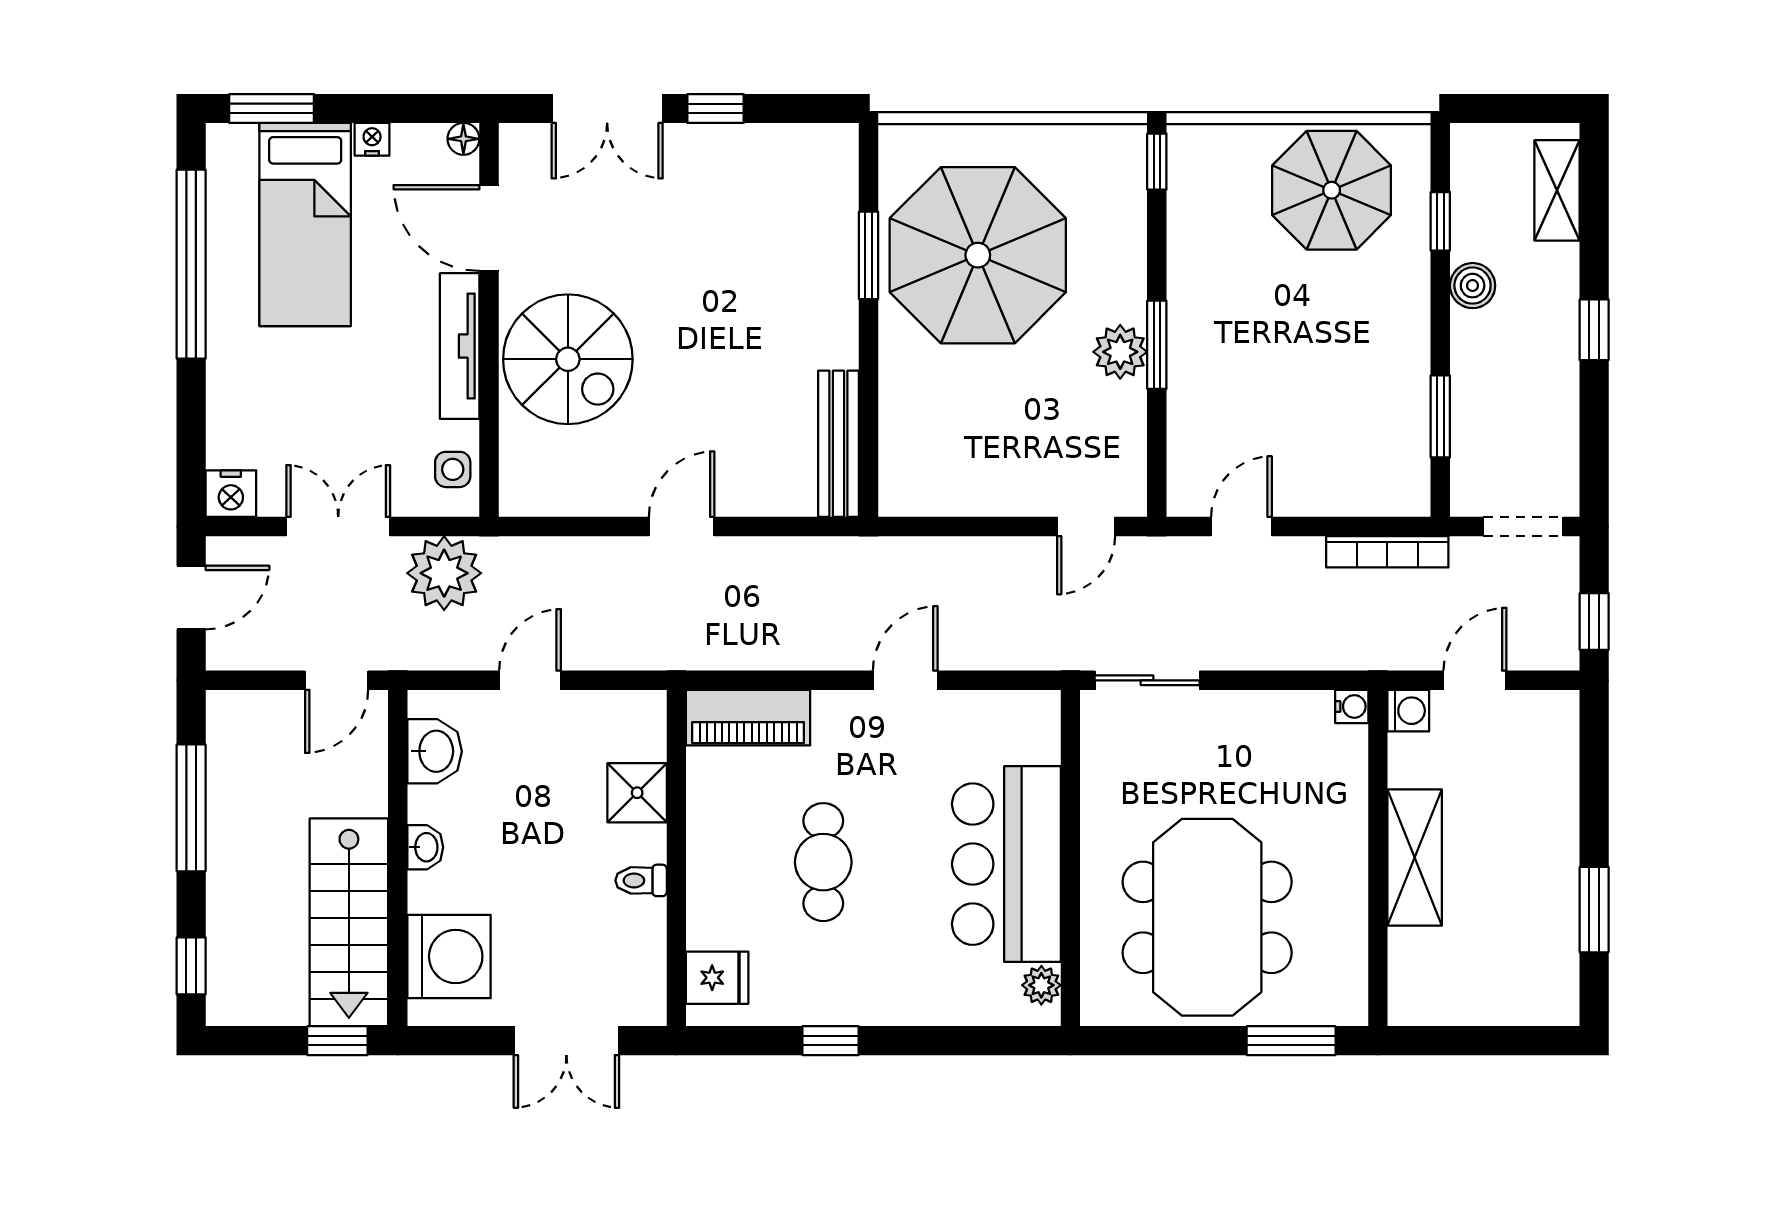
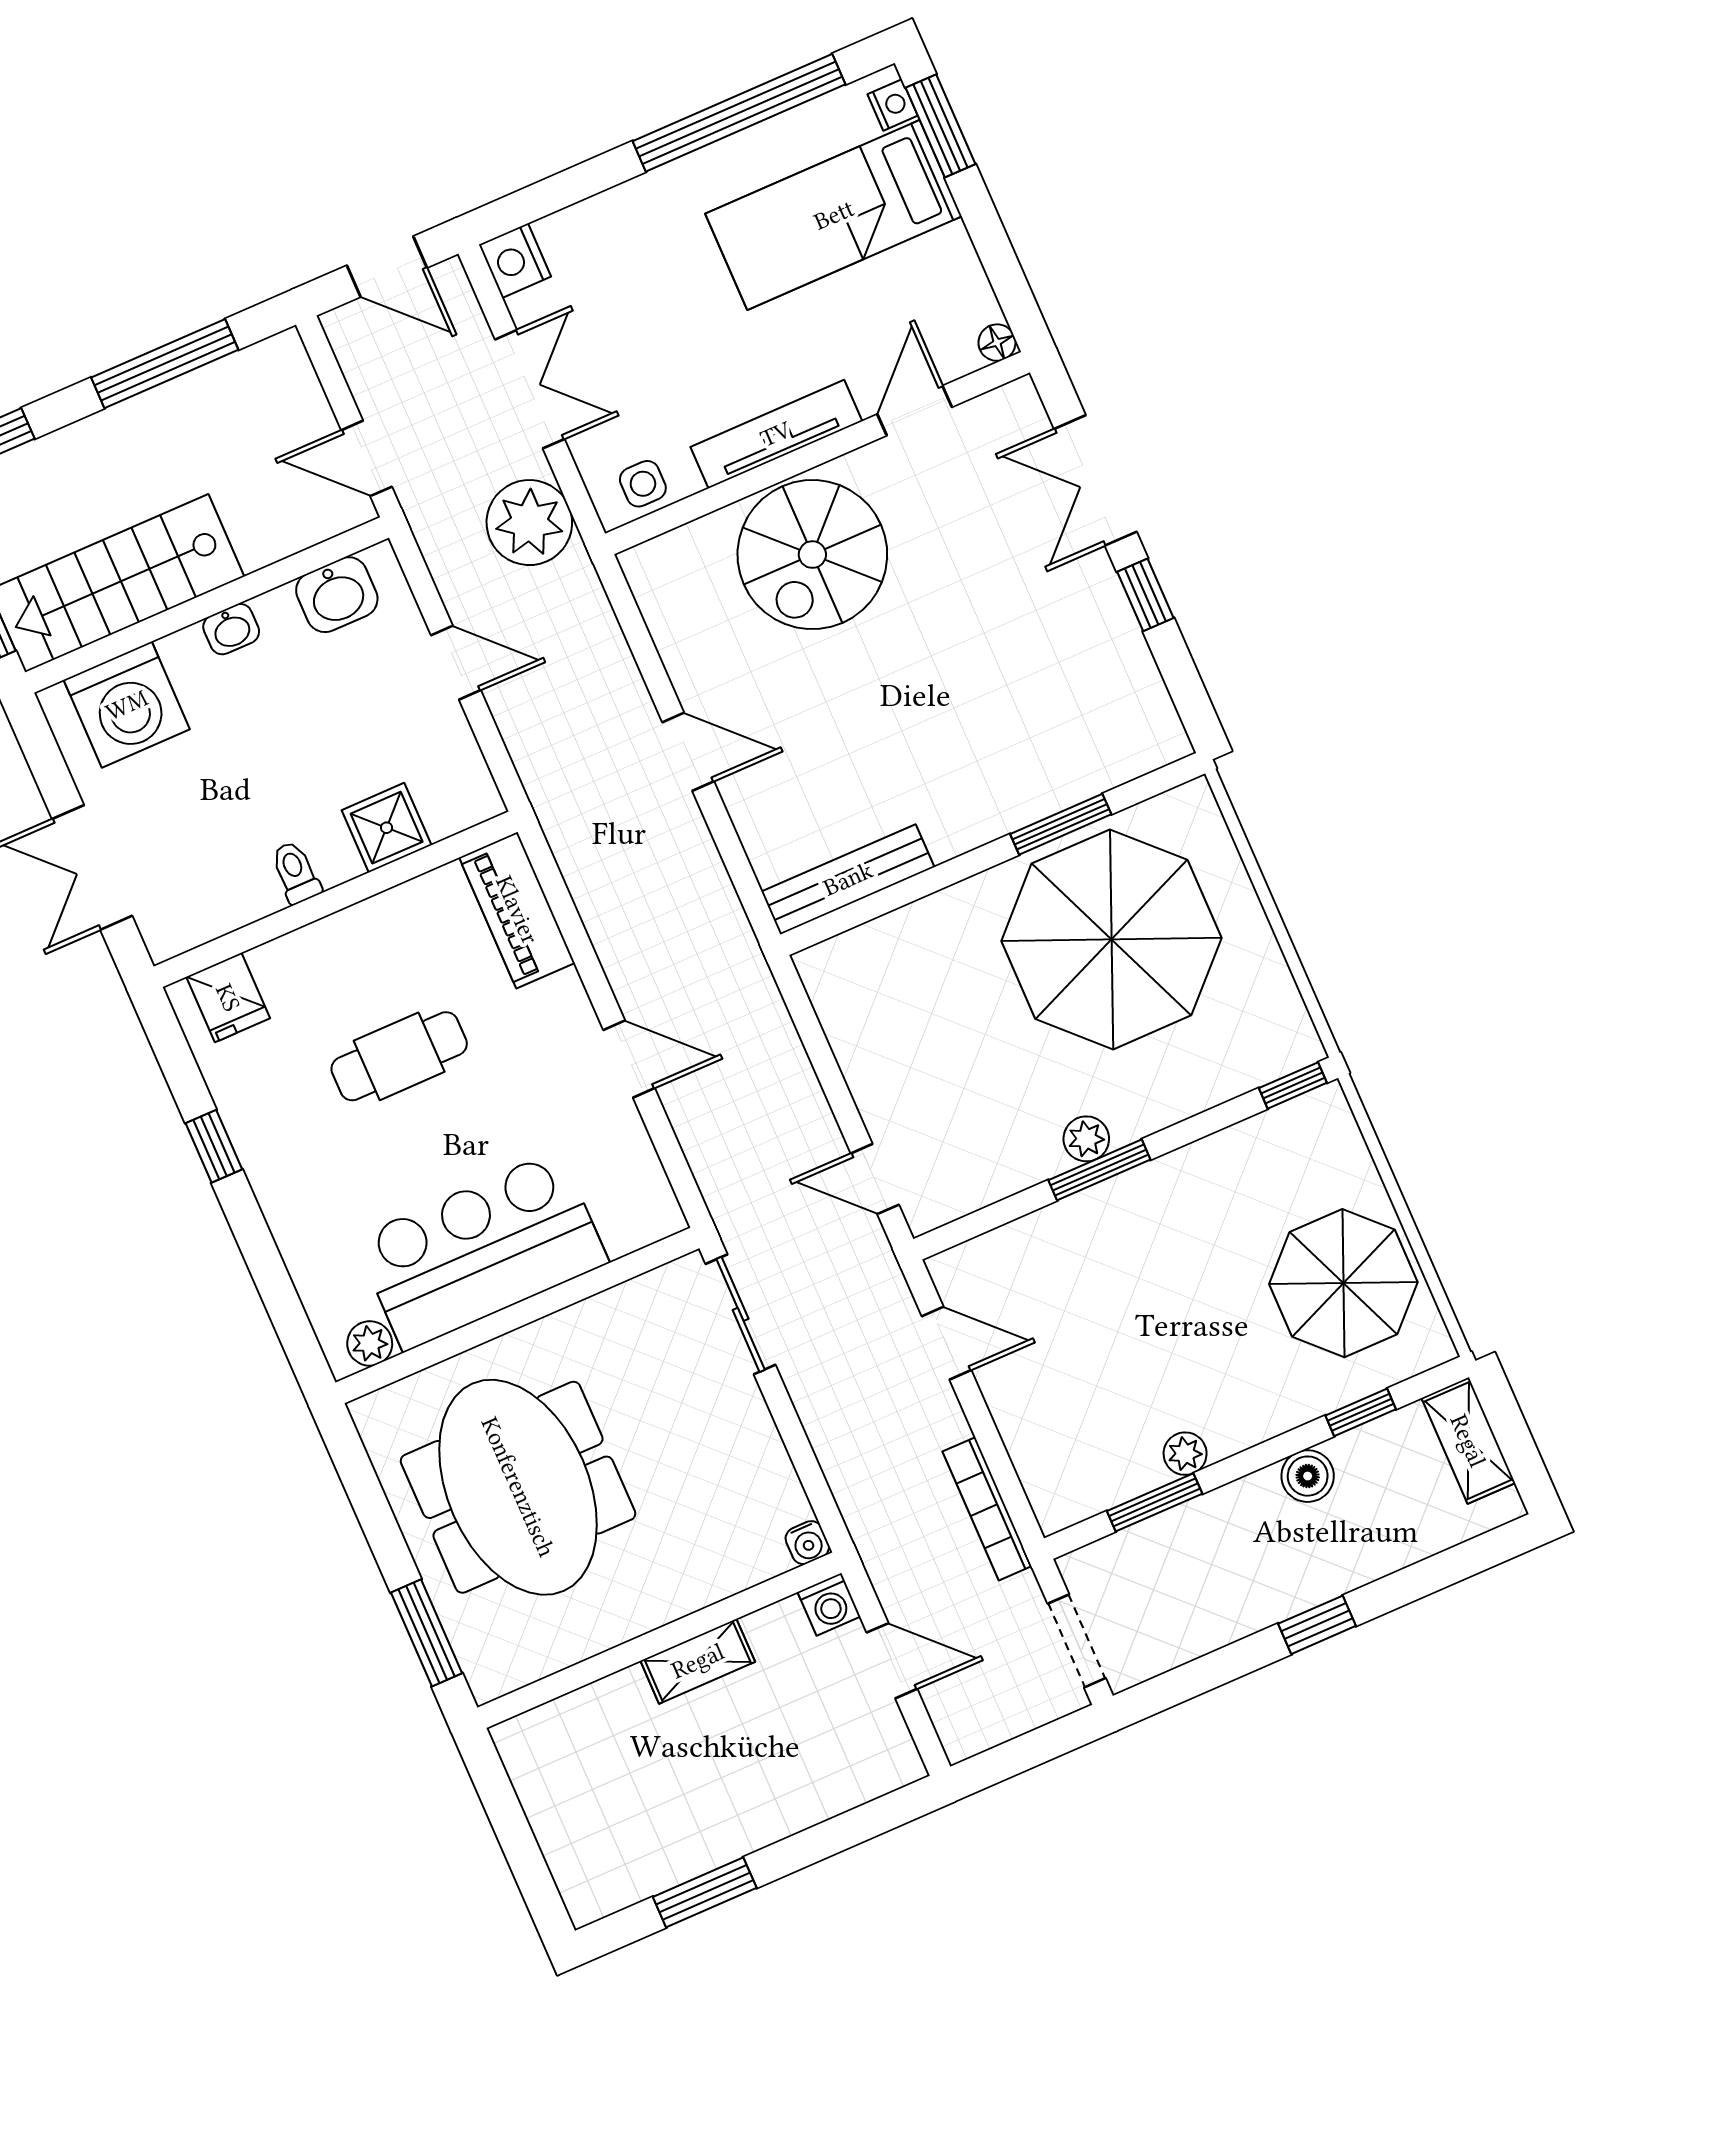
nightstand: (372, 139) -> (893, 105), moved
shelving: (1557, 190) -> (1468, 1441), moved, turned 90
door: (489, 228) -> (915, 411), width x0.73
plant: (1120, 352) -> (1086, 1139), width x0.73, depth x0.73
plant: (1412, 375) -> (1185, 1454), added
window: (1594, 621) -> (1009, 1759), removed
shelving: (1415, 858) -> (698, 1661), width x0.67, depth x0.75
meeting table: (1207, 917) -> (518, 1487), turned 90

